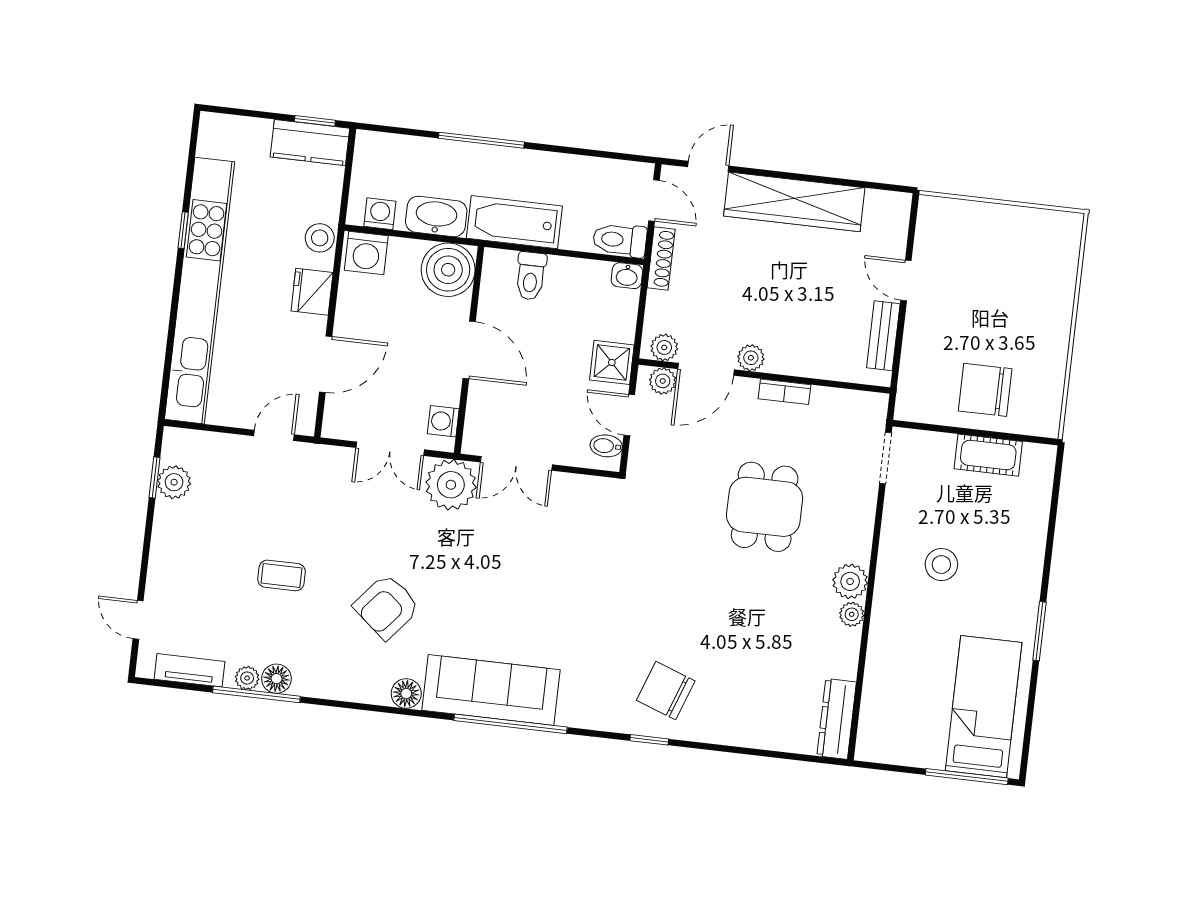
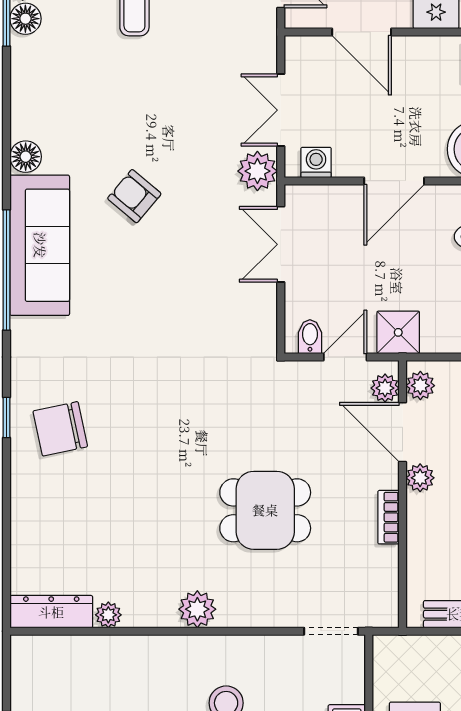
plant: (451, 485) -> (257, 171), width x0.73, depth x0.73
armchair: (387, 607) -> (134, 196), moved, width x0.72, depth x0.72
plant: (852, 614) -> (108, 615), moved
chair: (666, 691) -> (60, 429), turned -122

